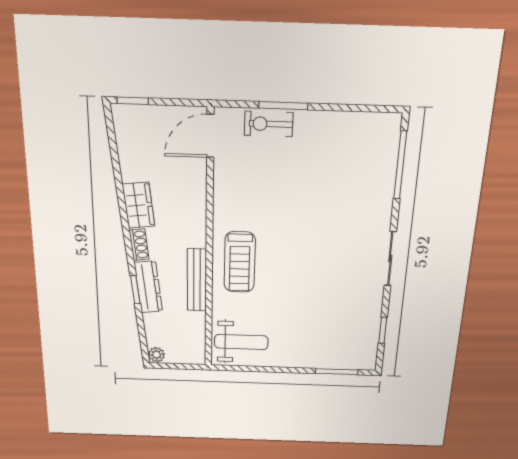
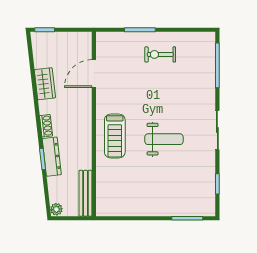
exercise bike: (269, 124) -> (160, 54), moved
door: (210, 136) -> (94, 73), moved
wardrobe: (139, 205) -> (45, 84), moved
bench: (197, 280) -> (86, 193), moved
weight bench: (241, 342) -> (164, 139), moved

